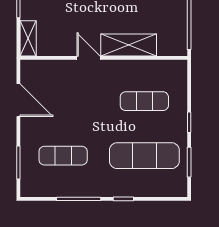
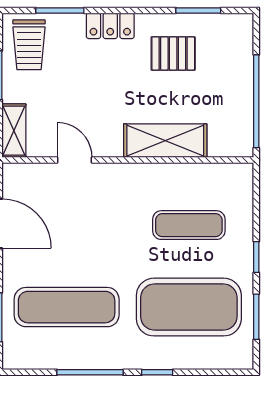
door: (88, 58) -> (75, 160), moved
exercise mat: (63, 156) -> (67, 307), width x1.36, depth x1.45
exercise mat: (144, 156) -> (189, 307), width x1.47

